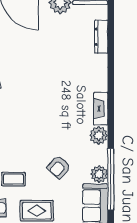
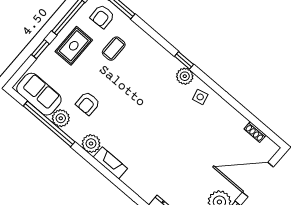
armchair: (59, 167) -> (88, 103), moved, turned -132

